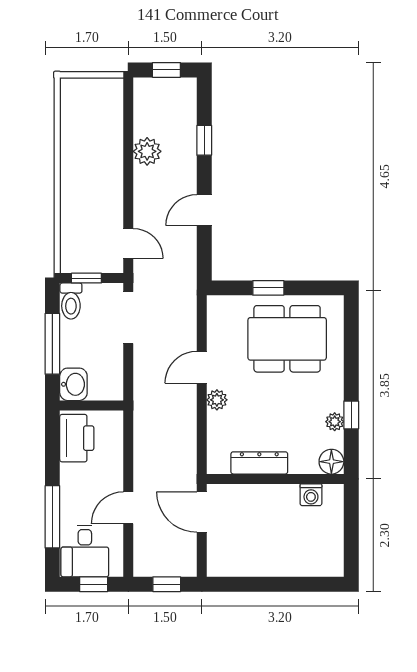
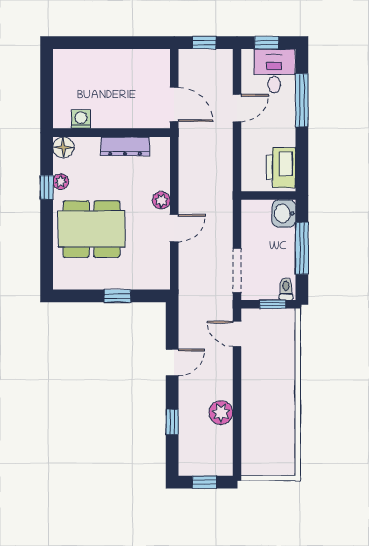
toilet: (71, 301) -> (286, 289), width x0.73, depth x0.72
dining table: (287, 339) -> (91, 229), moved

